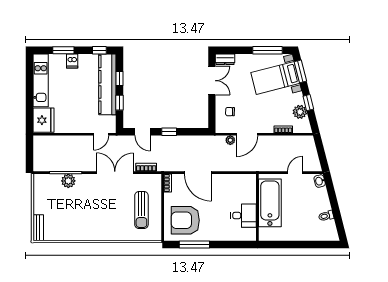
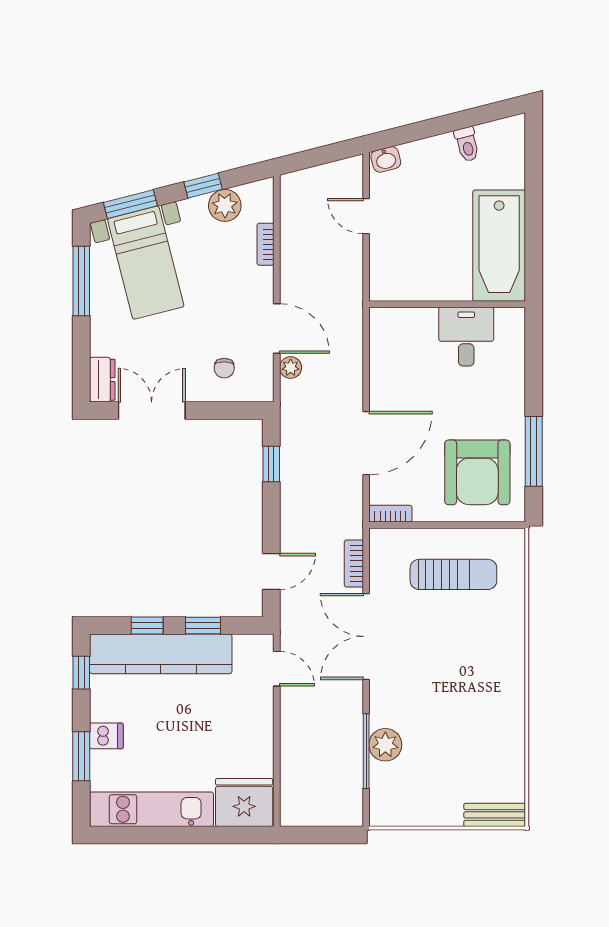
window: (169, 132) -> (271, 464), moved
bathtub: (270, 203) -> (499, 246), moved, turned -90

